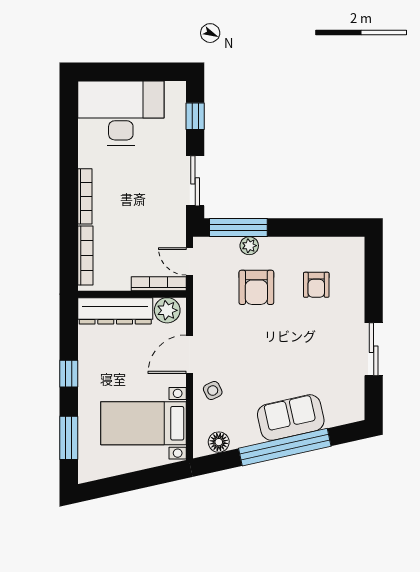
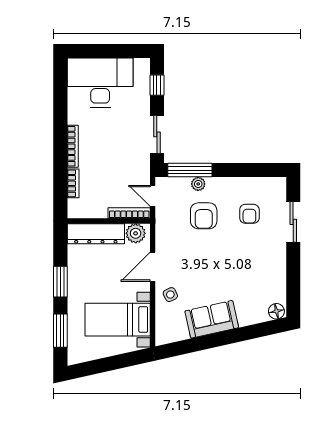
bookcase: (85, 256) -> (73, 183), width x0.64
sliding door: (374, 349) -> (293, 222), moved
window: (69, 374) -> (60, 282), width x1.50
sofa: (291, 418) -> (212, 319), moved
floor lamp: (219, 442) -> (276, 311), moved
window: (285, 447) -> (225, 338), removed

